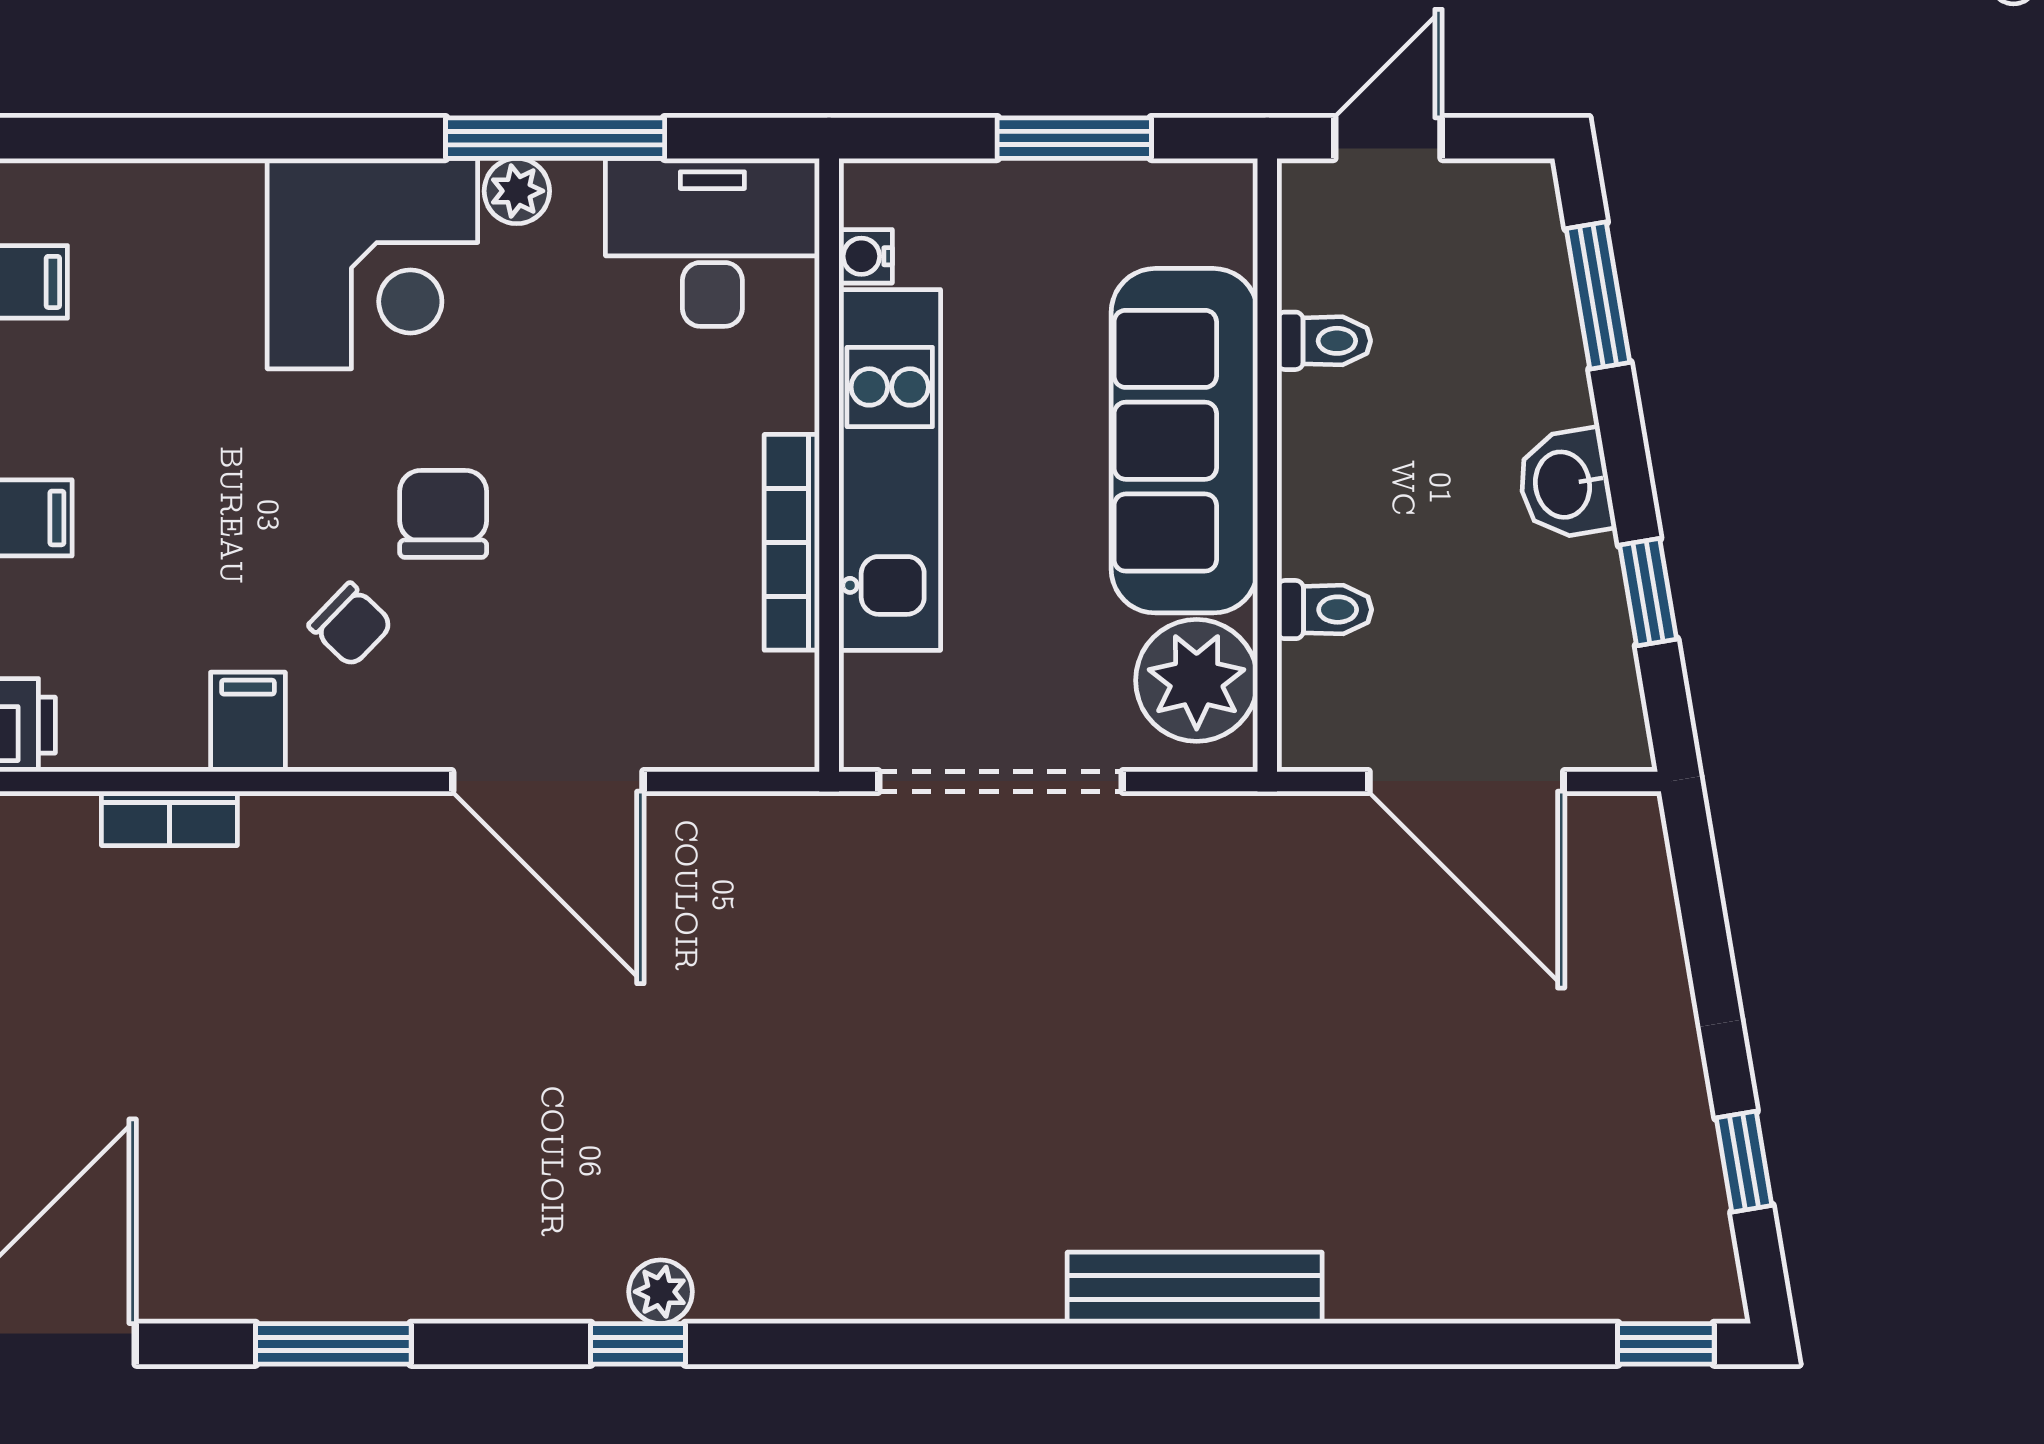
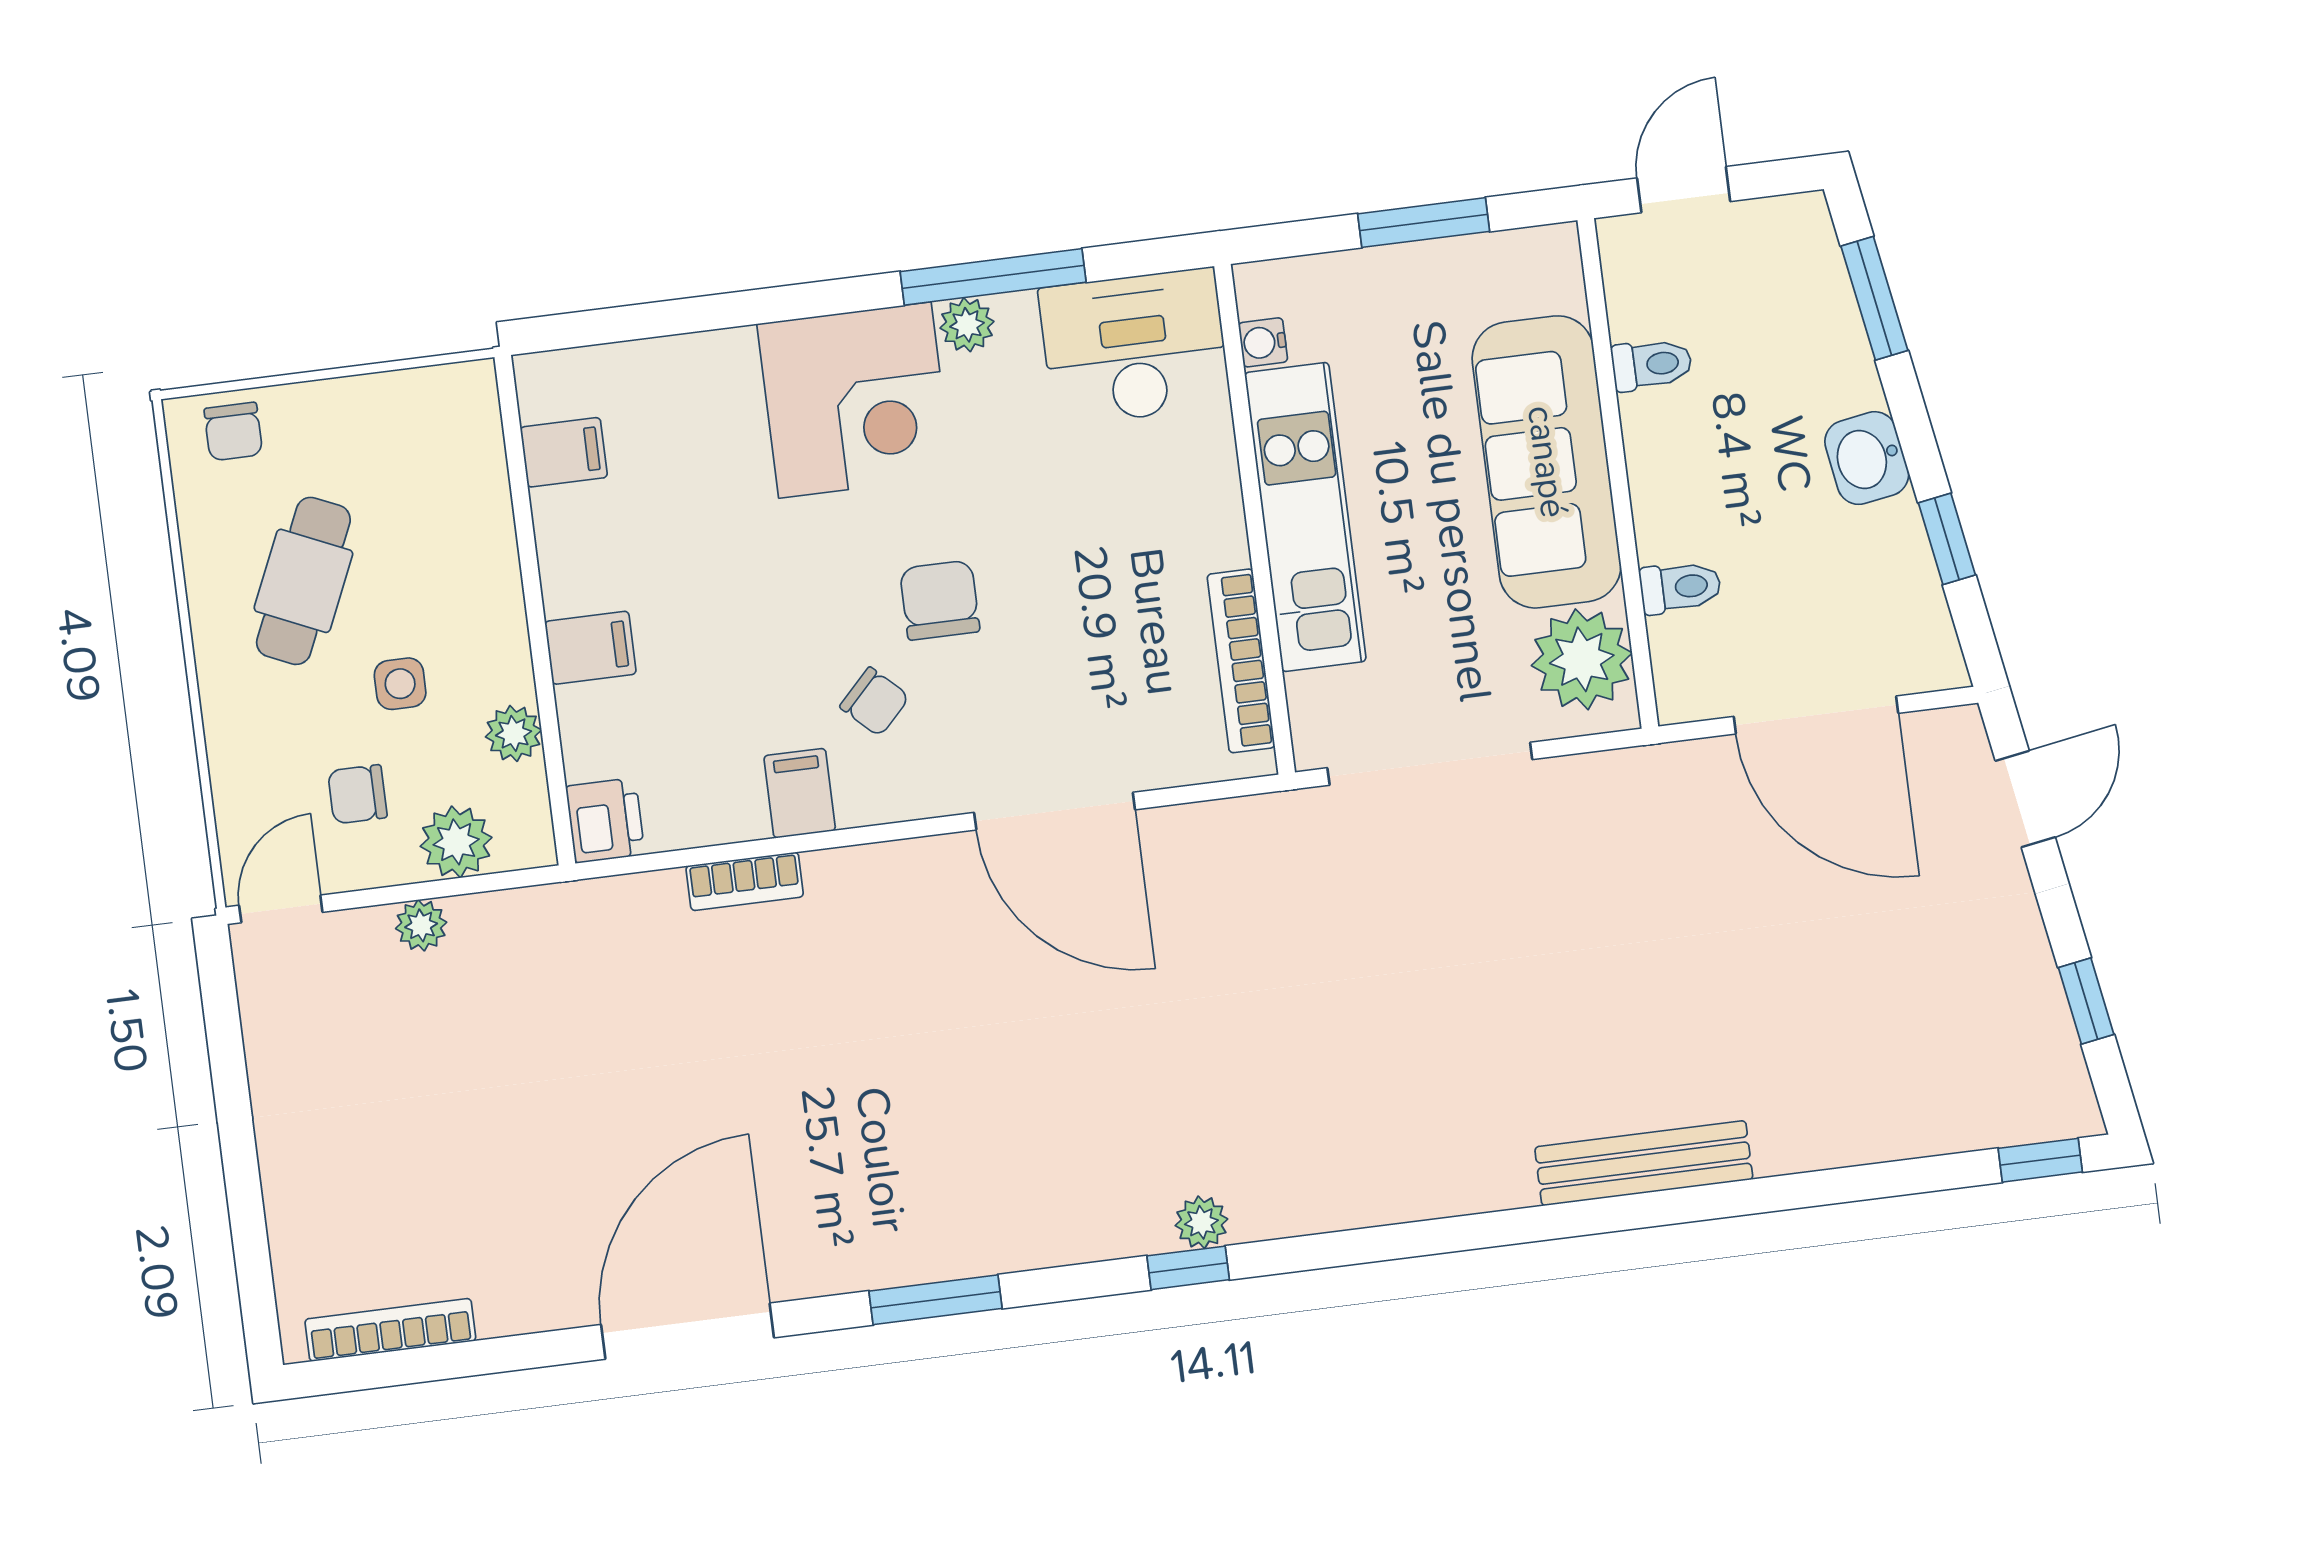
bookcase: (792, 542) -> (1241, 661), moved
door: (1702, 913) -> (2025, 799), added

